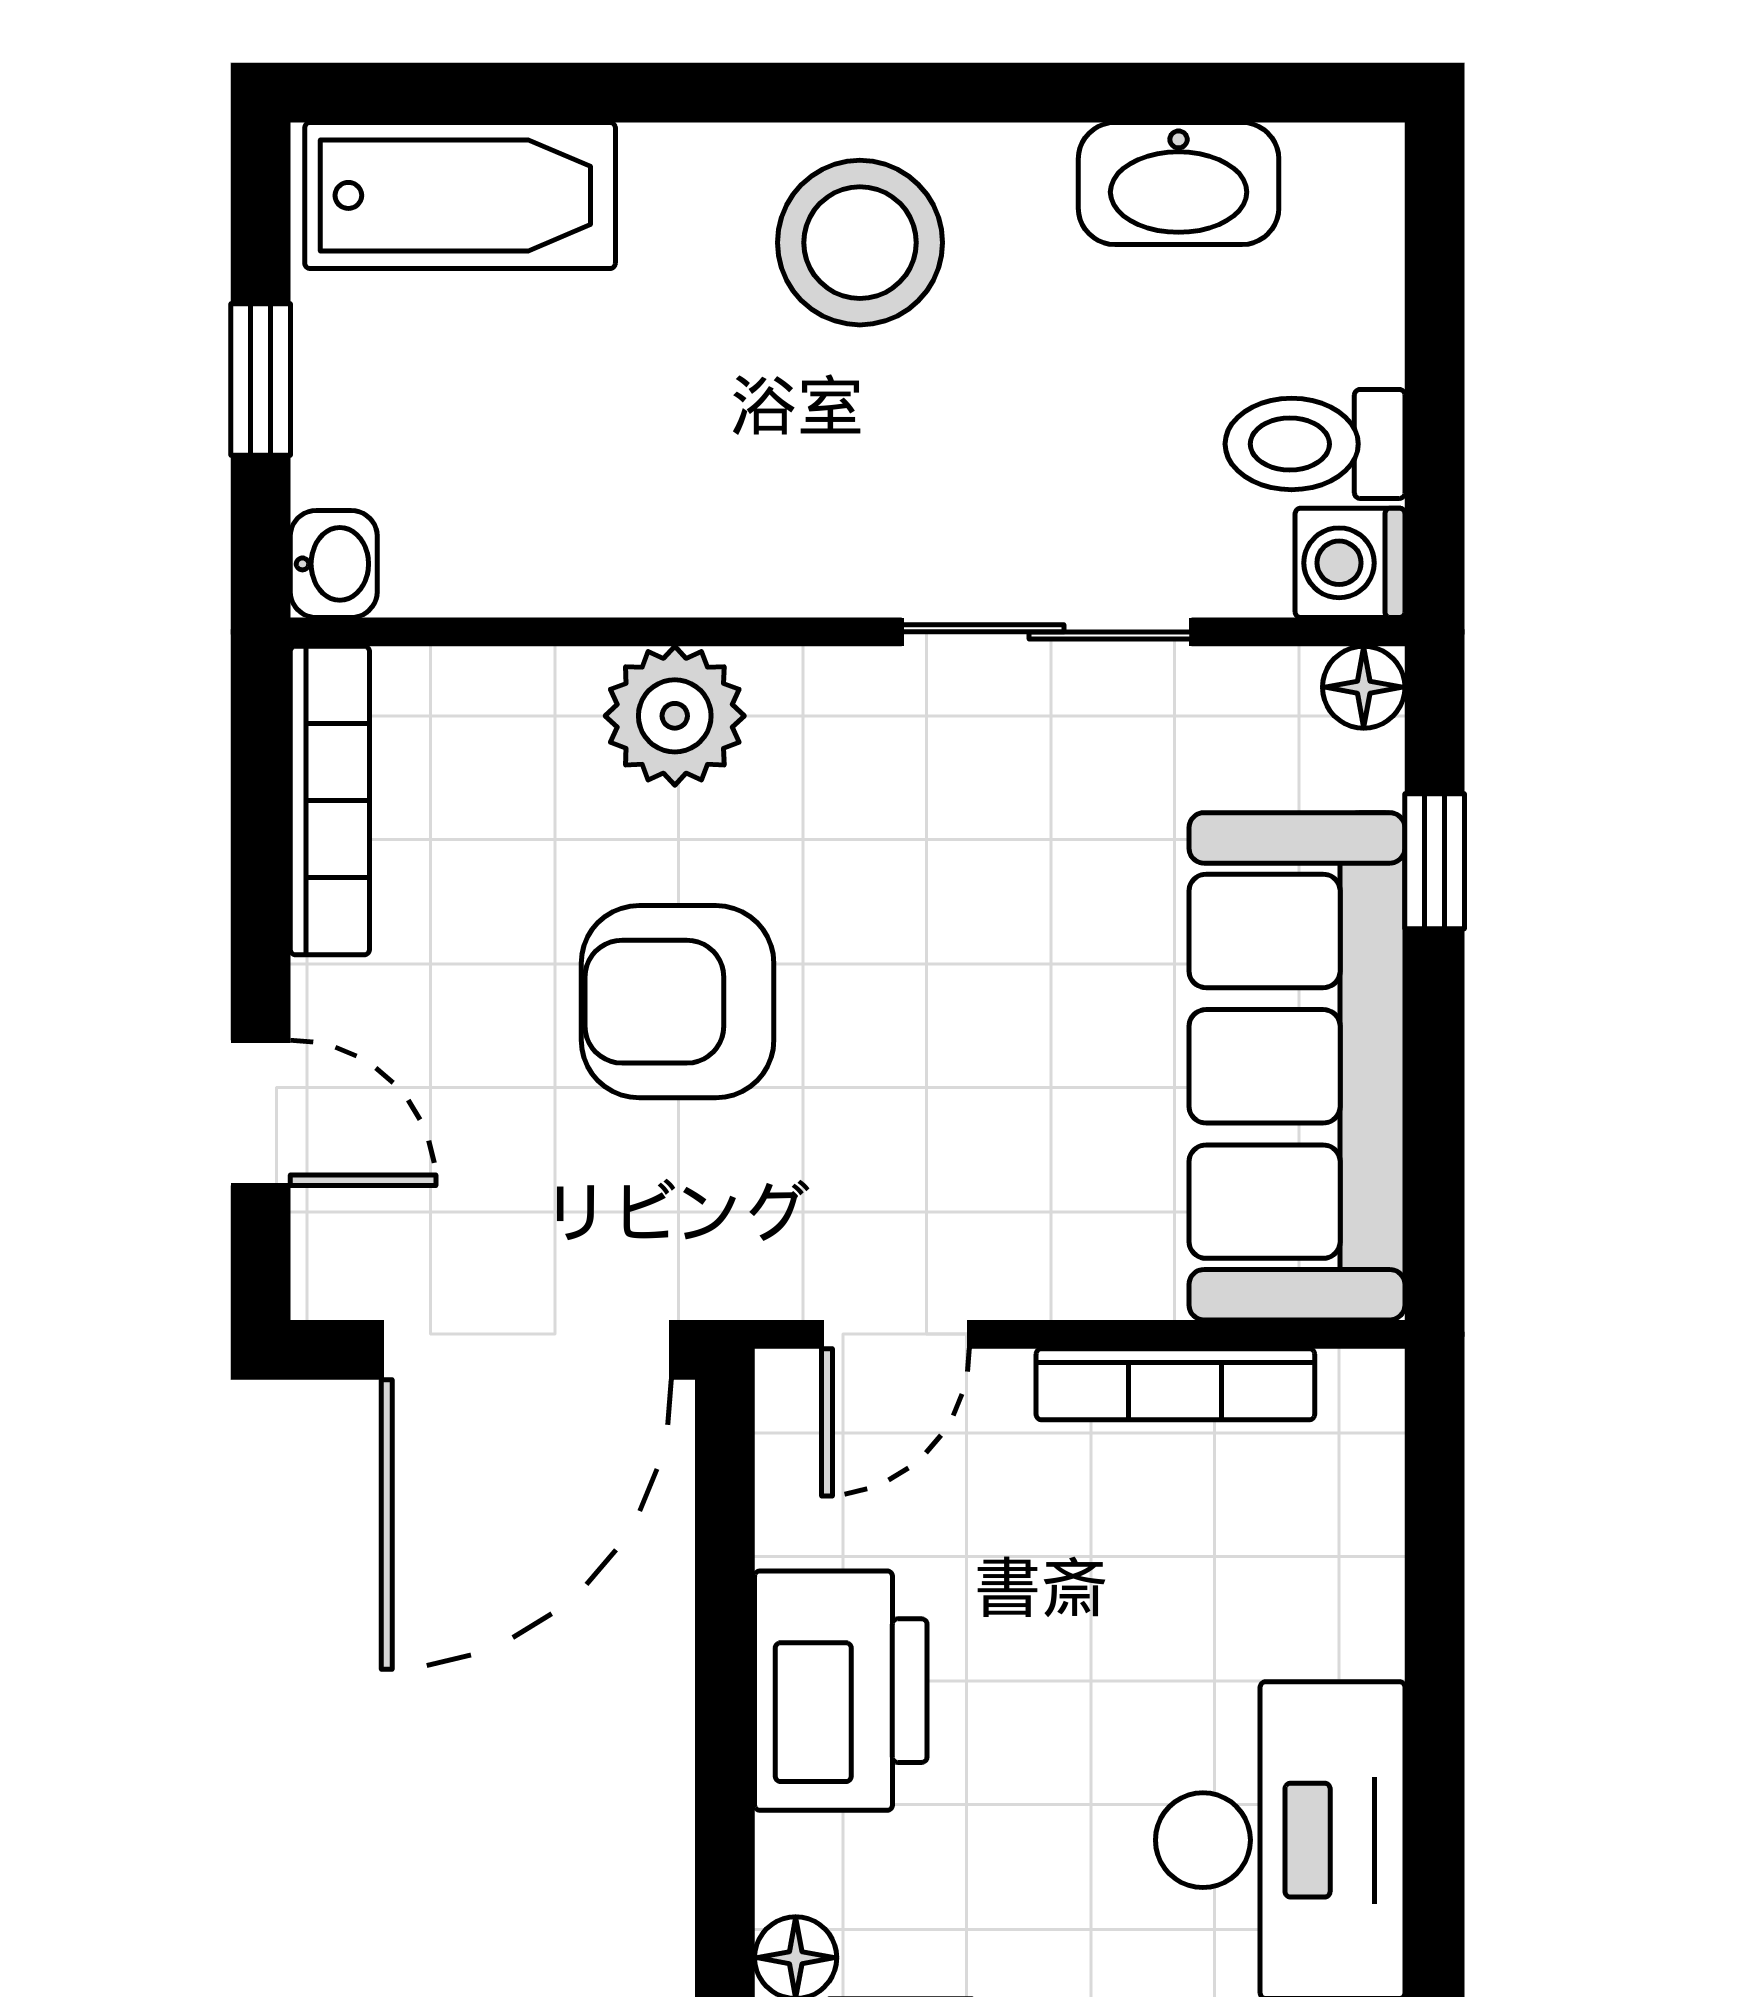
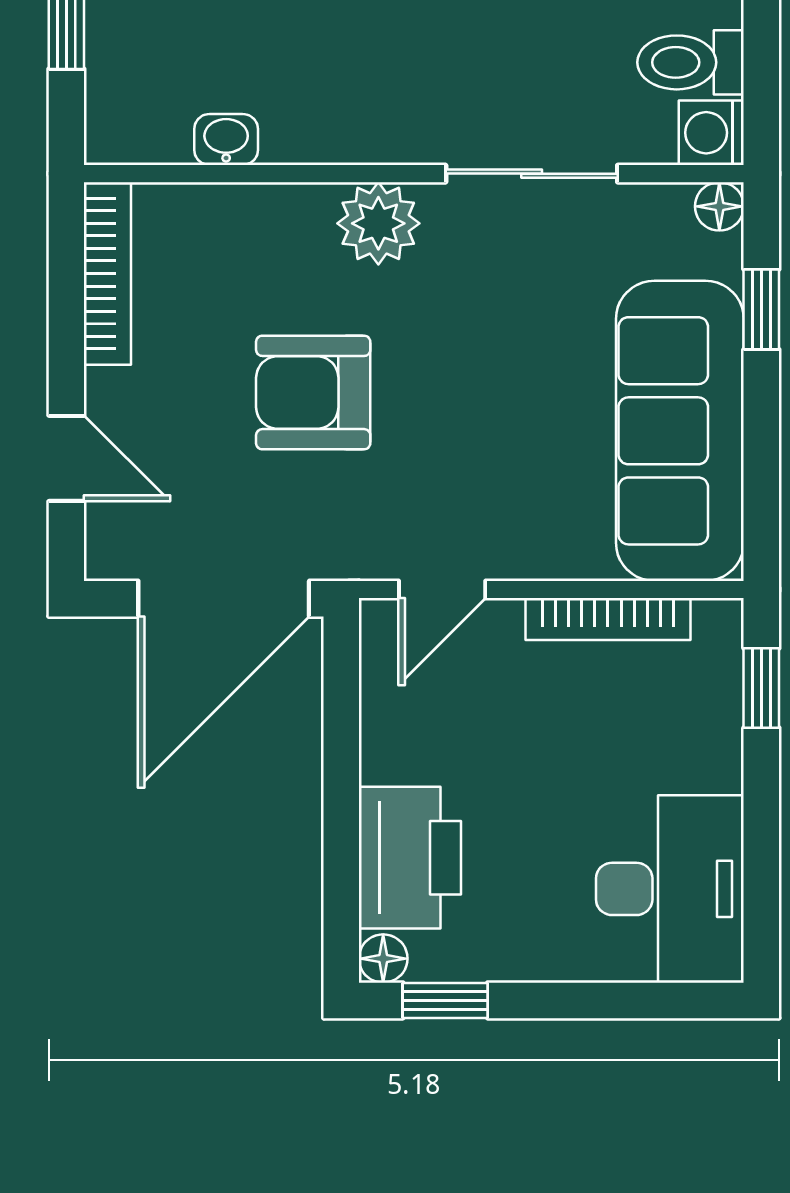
washbasin: (334, 564) -> (226, 139), moved, turned -90
plant: (675, 716) -> (378, 223), moved
window: (1435, 1501) -> (761, 688), added
printer: (841, 1691) -> (410, 858), moved

